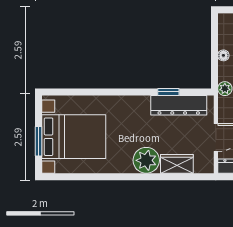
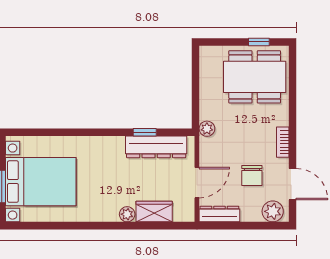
floor lamp: (223, 55) -> (205, 92), removed
plant: (146, 160) -> (127, 214), width x0.53, depth x0.53

